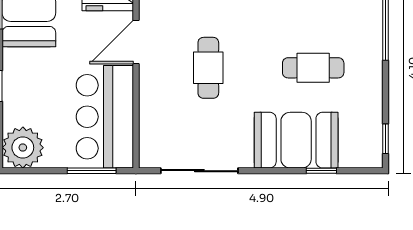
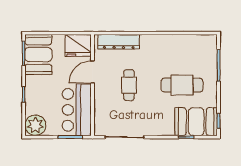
cafe table: (313, 68) -> (182, 85), width x1.37, depth x1.35
booth: (296, 140) -> (196, 122), moved

